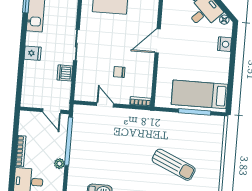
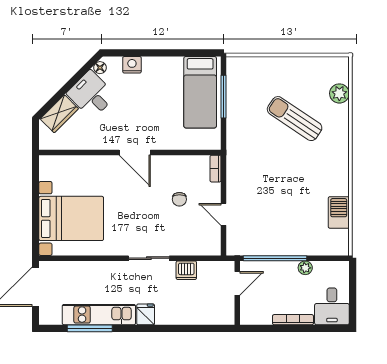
fridge: (33, 53) -> (146, 314), moved
door: (105, 105) -> (223, 214), hinge flipped
sun lounger: (174, 165) -> (295, 119), turned -80

